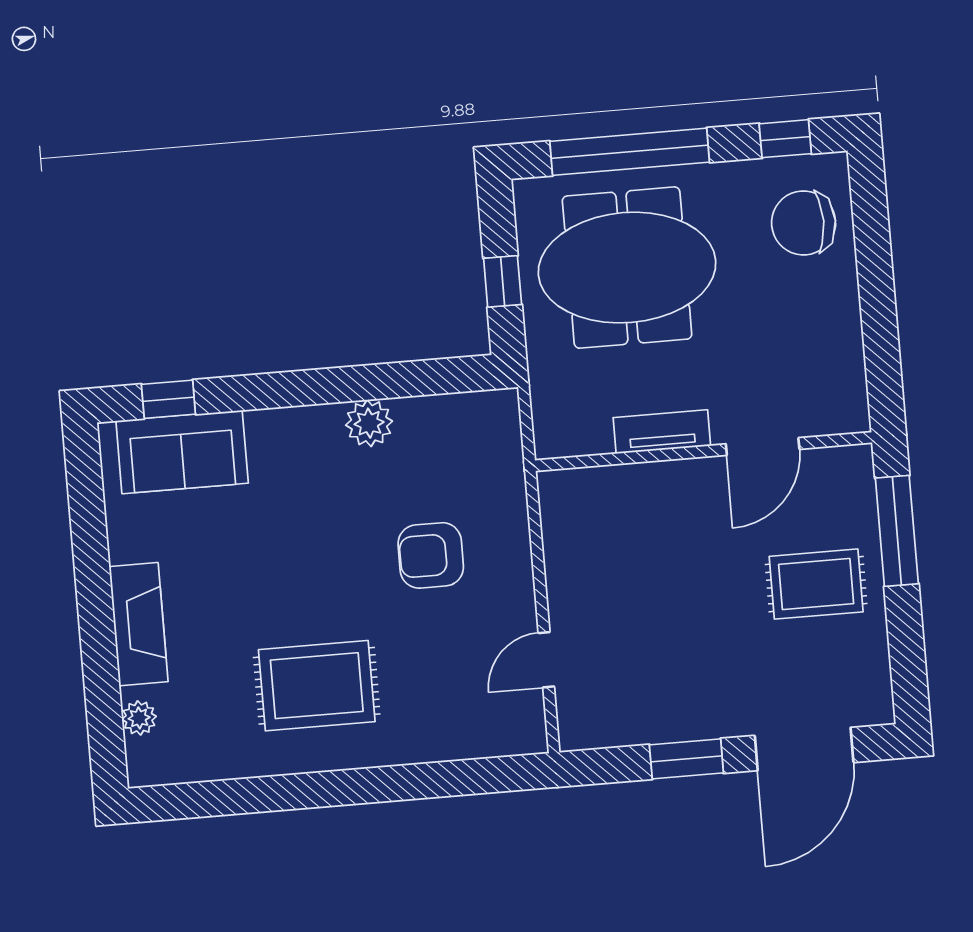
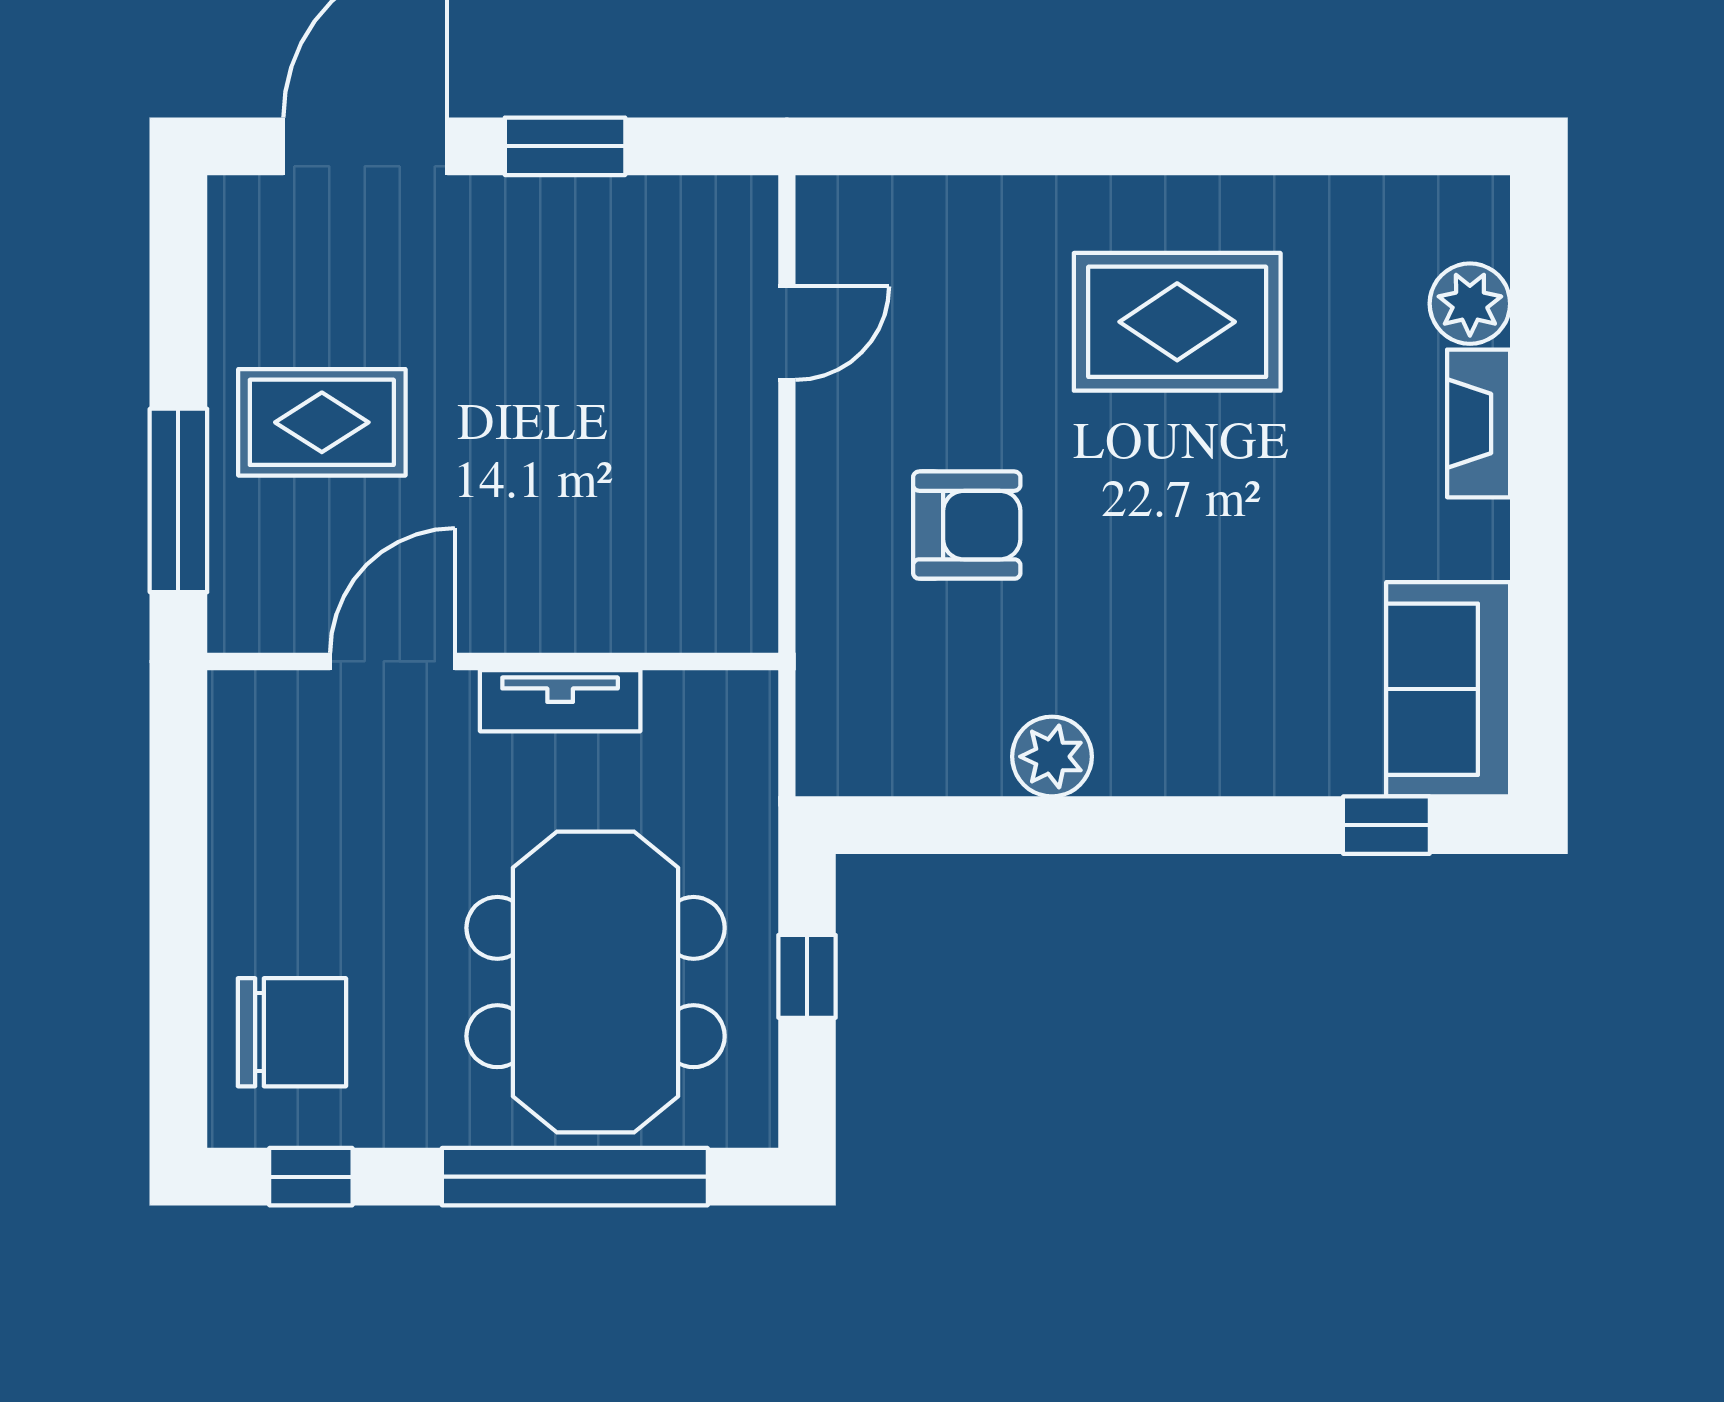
meeting table: (627, 268) -> (596, 982), turned 90
sofa: (182, 452) -> (1448, 689), moved, turned -90
fireplace: (139, 624) -> (1479, 423), width x0.73, depth x0.76
plant: (139, 718) -> (1470, 304), width x1.38, depth x1.38

